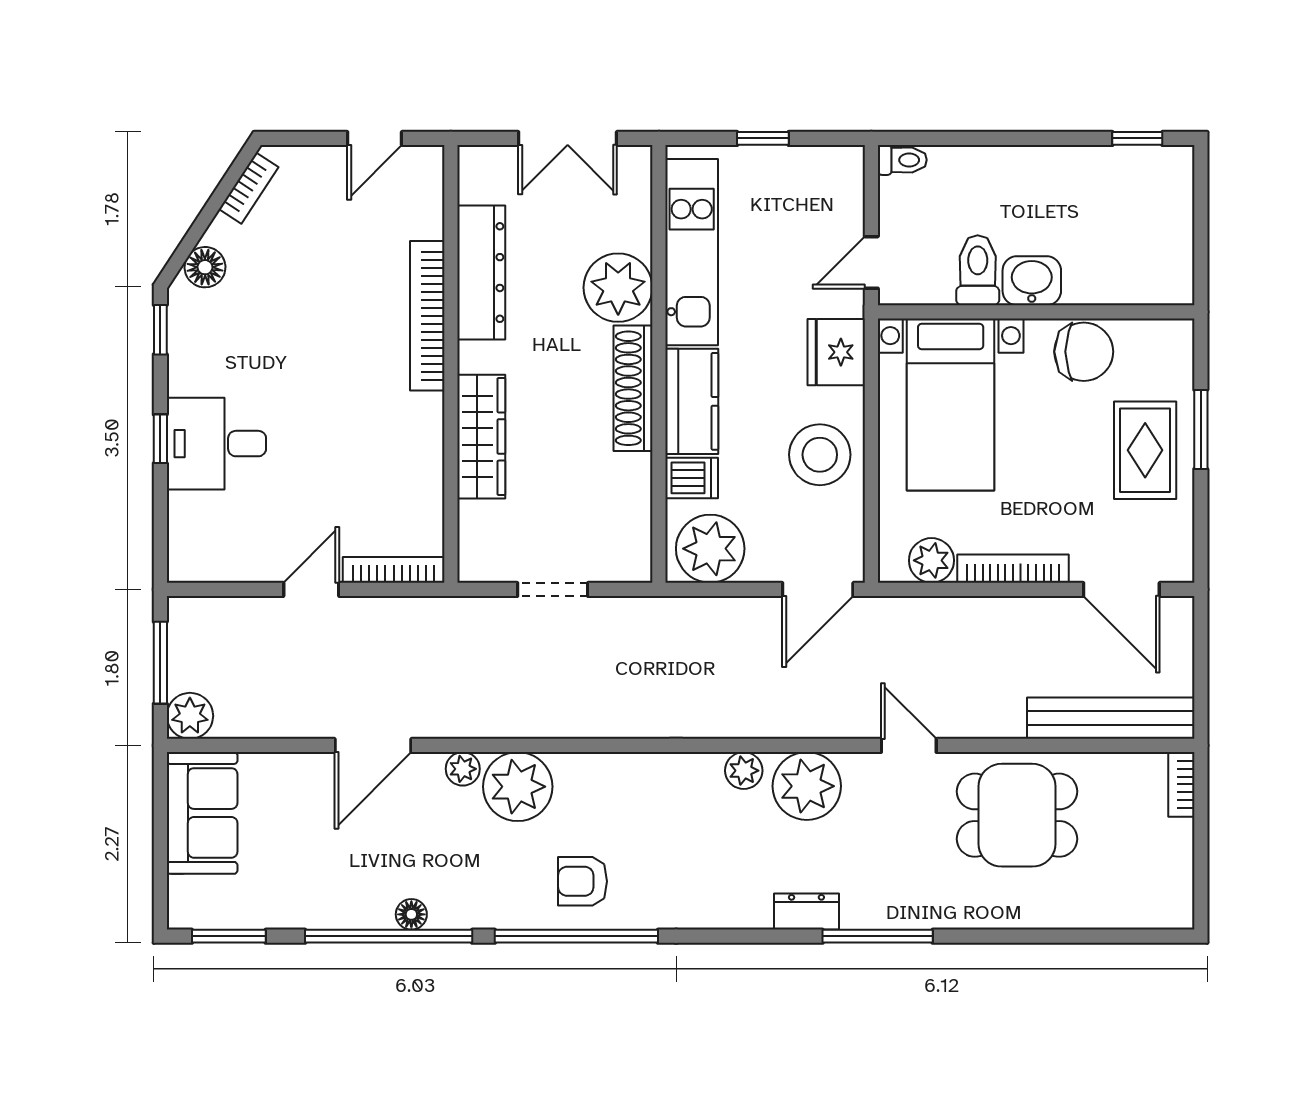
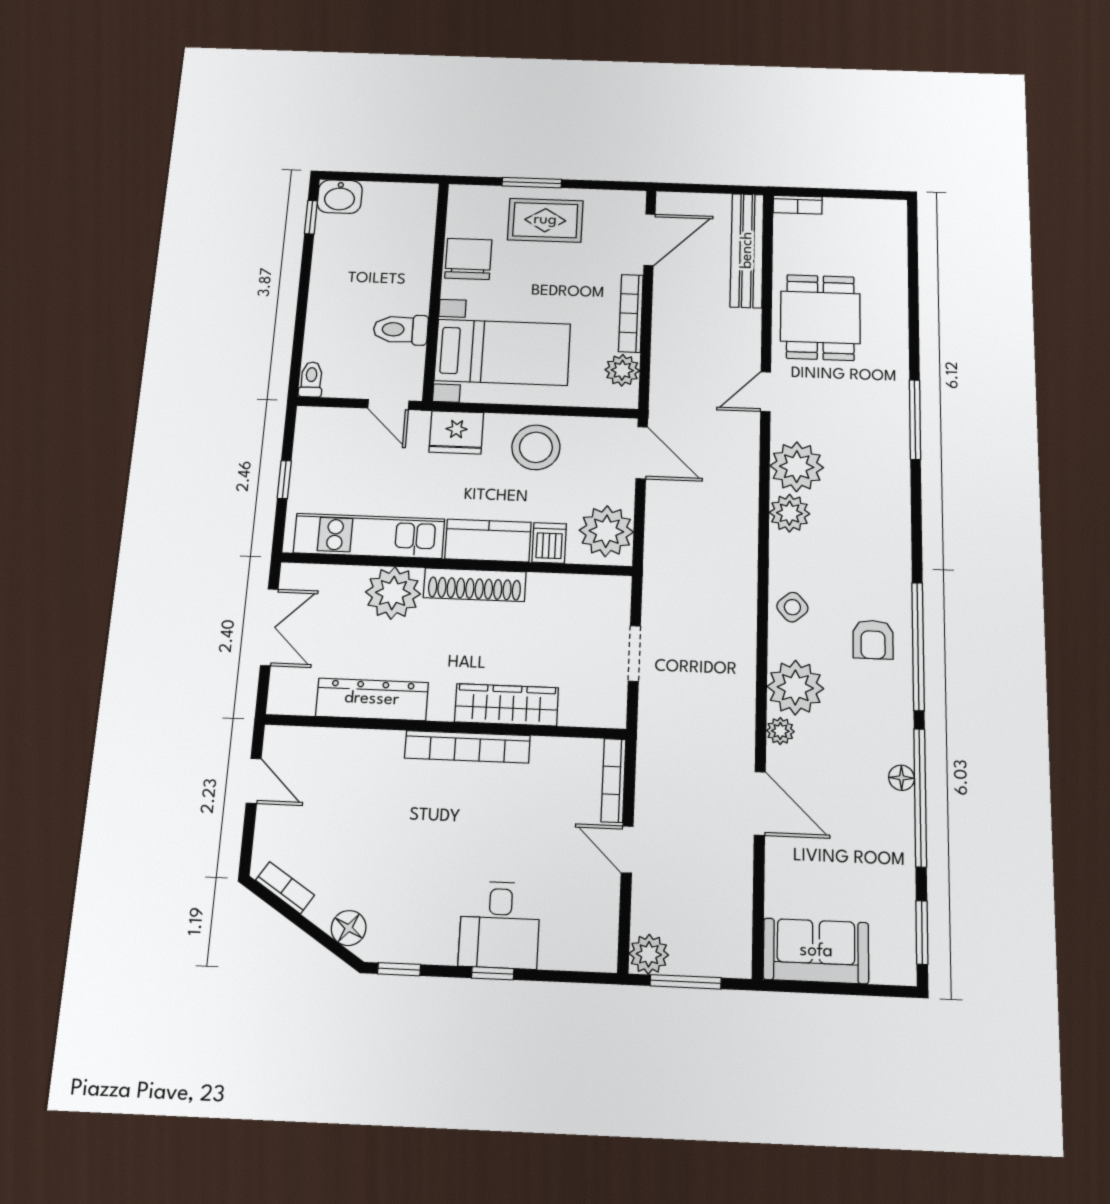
washbasin: (1032, 281) -> (340, 197), moved, turned -90
bookcase: (427, 316) -> (467, 747), moved
plant: (190, 716) -> (649, 954), moved
plant: (744, 771) -> (789, 513), width x1.38, depth x1.38
side table: (620, 782) -> (792, 607), added
dresser: (806, 912) -> (896, 471), removed

